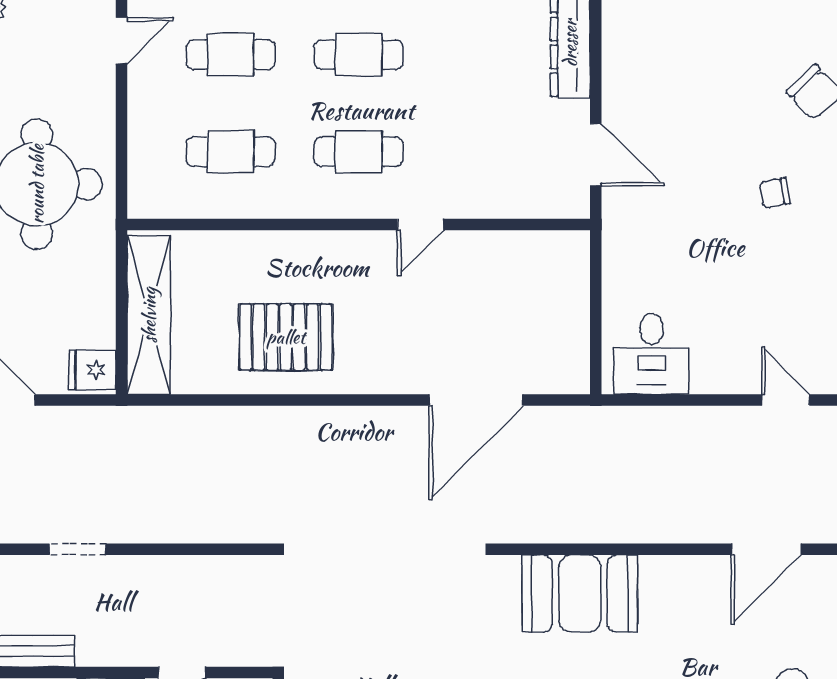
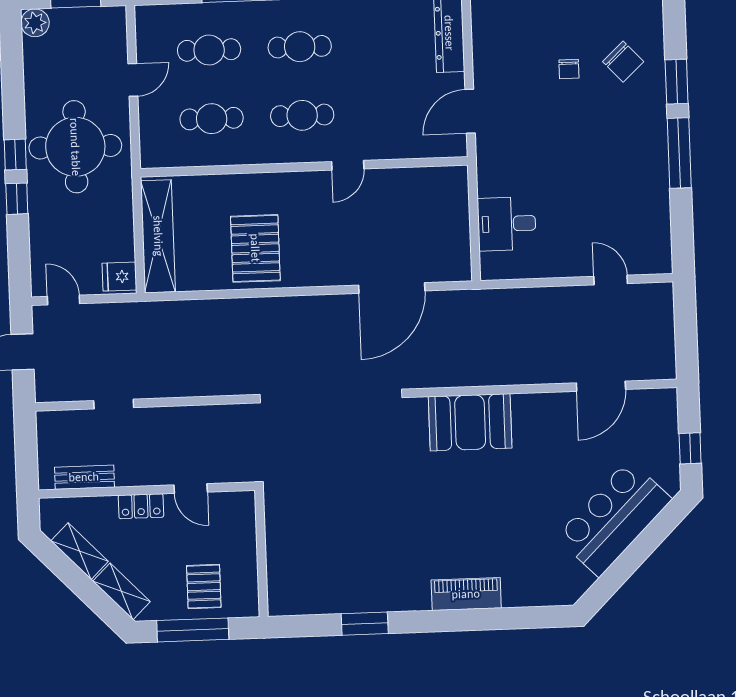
door: (122, 41) -> (133, 80), moved
door: (596, 155) -> (470, 111), swing flipped
chair: (775, 193) -> (569, 69), moved, turned -79
pallet: (286, 337) -> (255, 248), turned 90
desk: (652, 354) -> (507, 224), moved, turned 90

